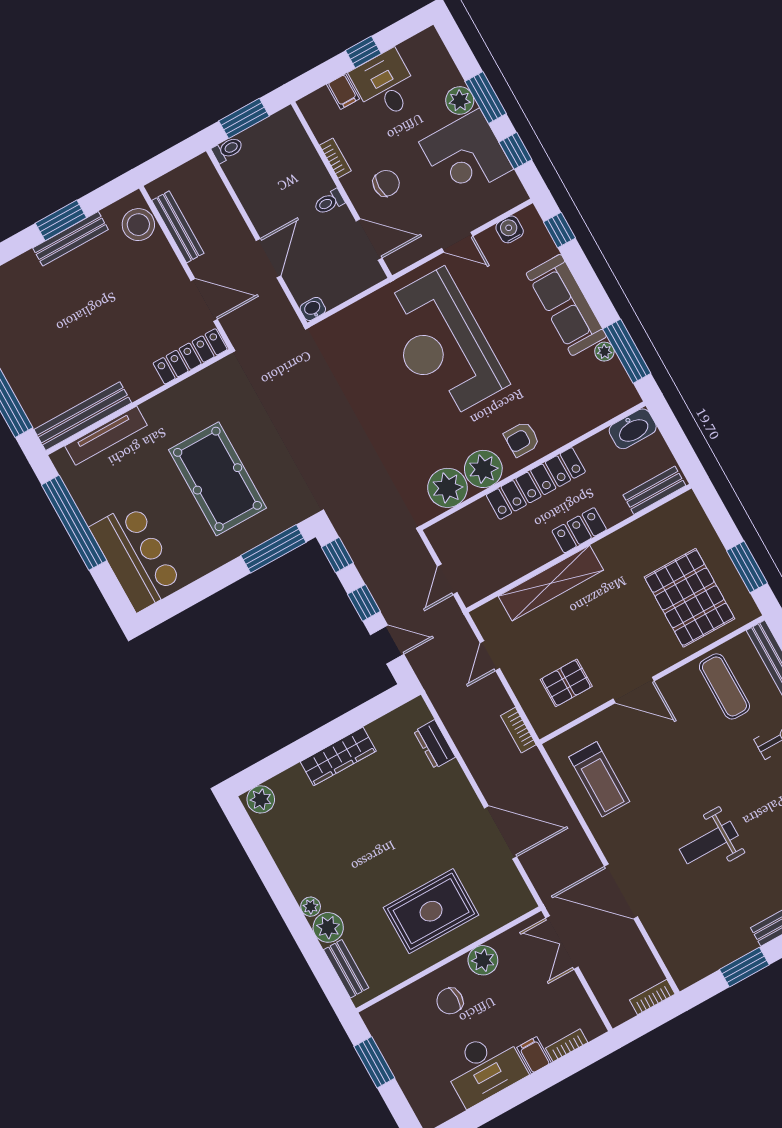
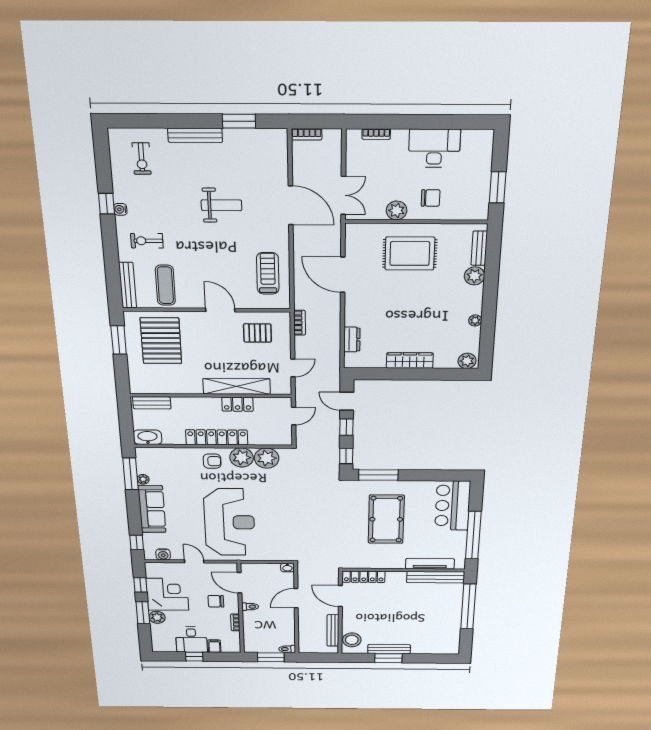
locker: (579, 530) -> (237, 404), moved
plant: (311, 907) -> (475, 320), moved
filing cabinet: (534, 1055) -> (400, 139), removed

